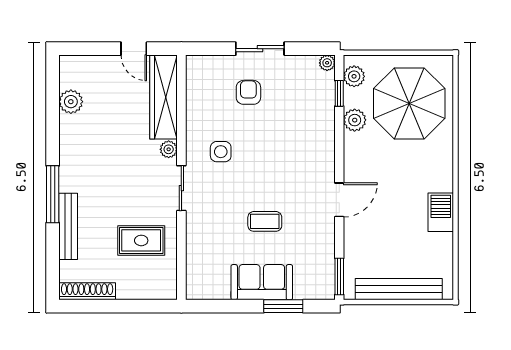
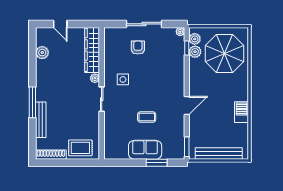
door: (134, 49) -> (60, 24), moved
sliding door: (260, 49) -> (144, 24), width x1.37
plant: (355, 120) -> (195, 52), moved
rug: (141, 240) -> (80, 148), moved

